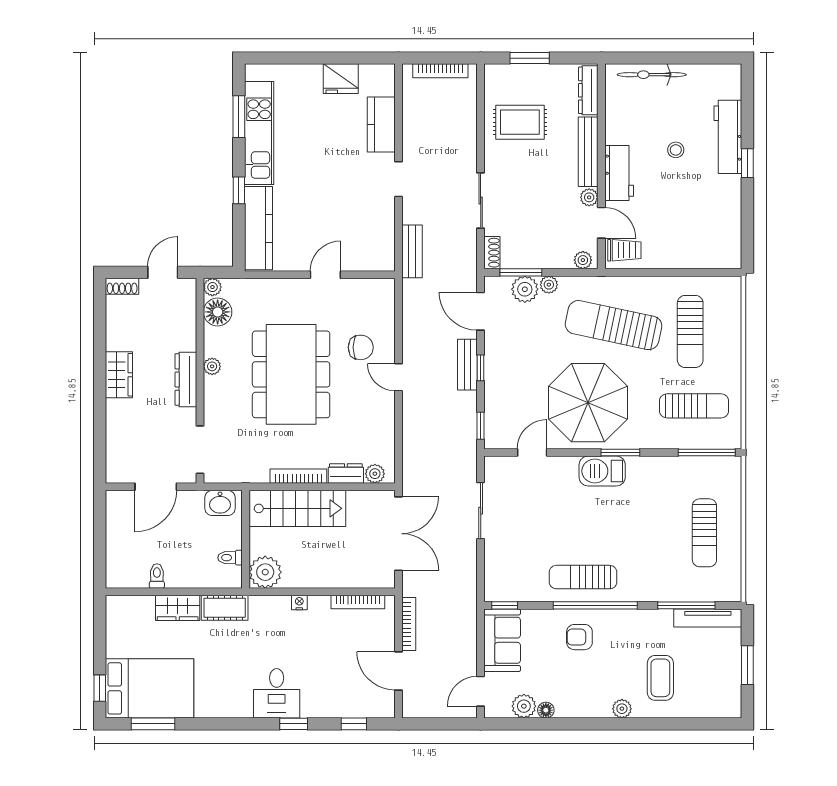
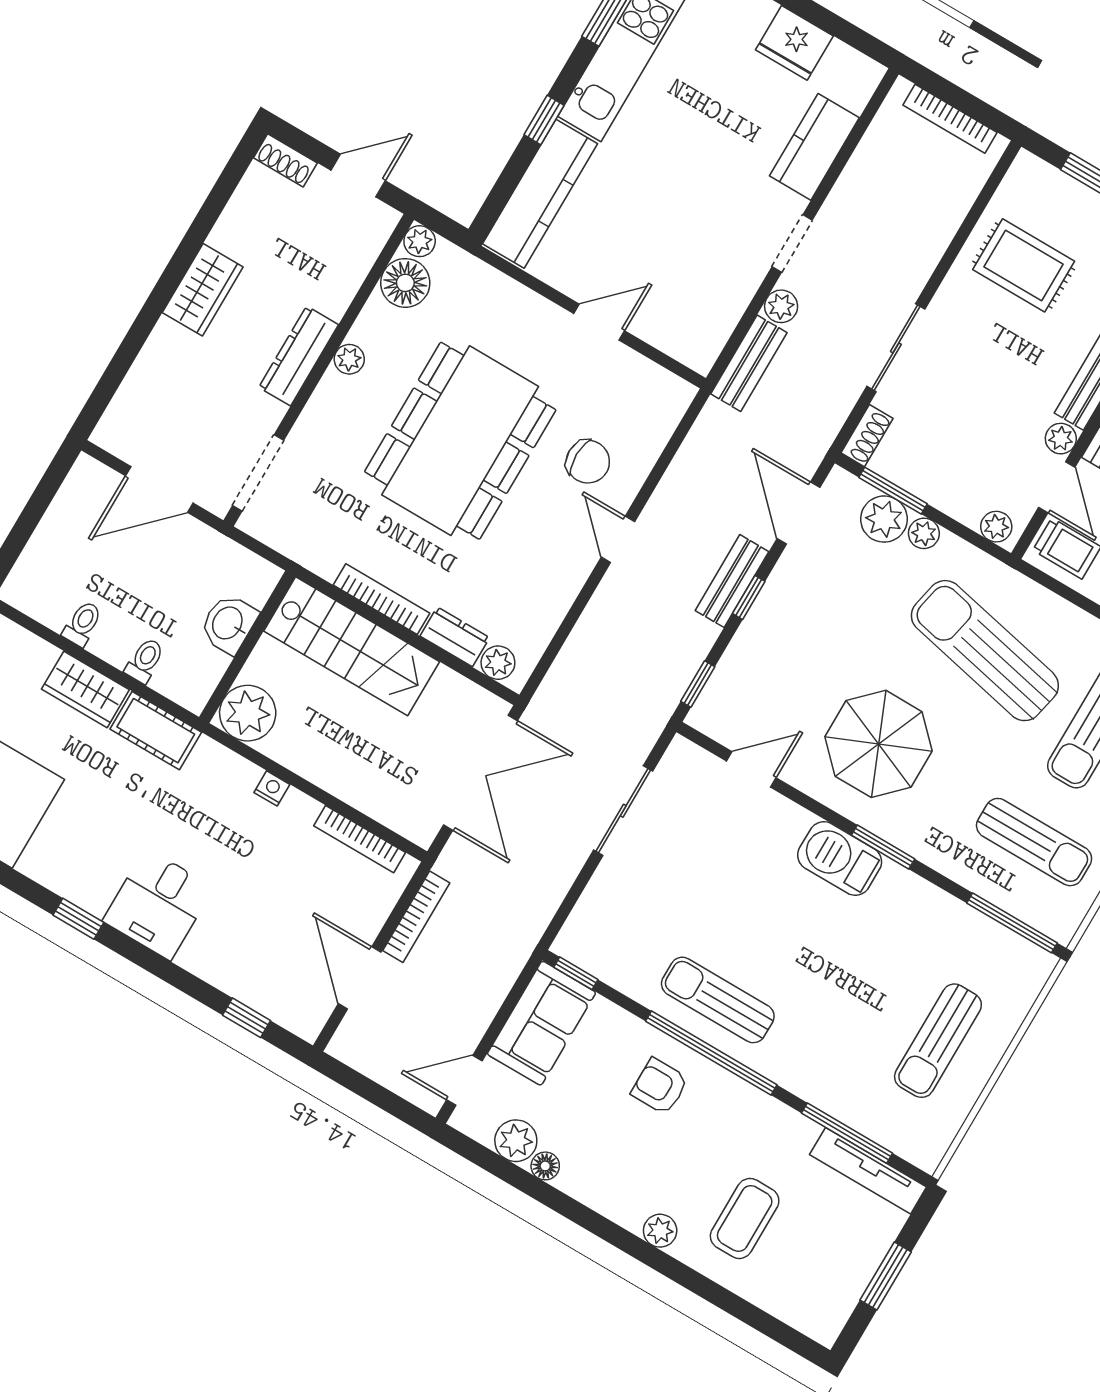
plant: (411, 214) -> (781, 306), added
parasol: (588, 403) -> (879, 744), width x0.73, depth x0.73
washbasin: (220, 503) -> (229, 624), moved, turned 90
toilet: (230, 558) -> (145, 660), moved, turned 90
window: (294, 724) -> (78, 919), moved

